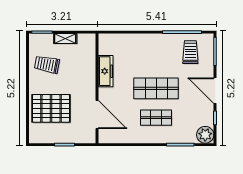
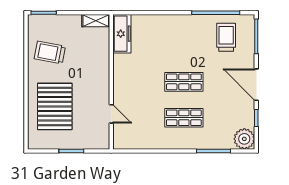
shelving: (65, 39) -> (96, 21), moved
freezer: (106, 71) -> (122, 34), moved
shop shelf: (156, 88) -> (184, 82), width x0.70, depth x0.74
pallet: (51, 108) -> (55, 106), turned 90
door: (97, 114) -> (111, 114), width x0.53

